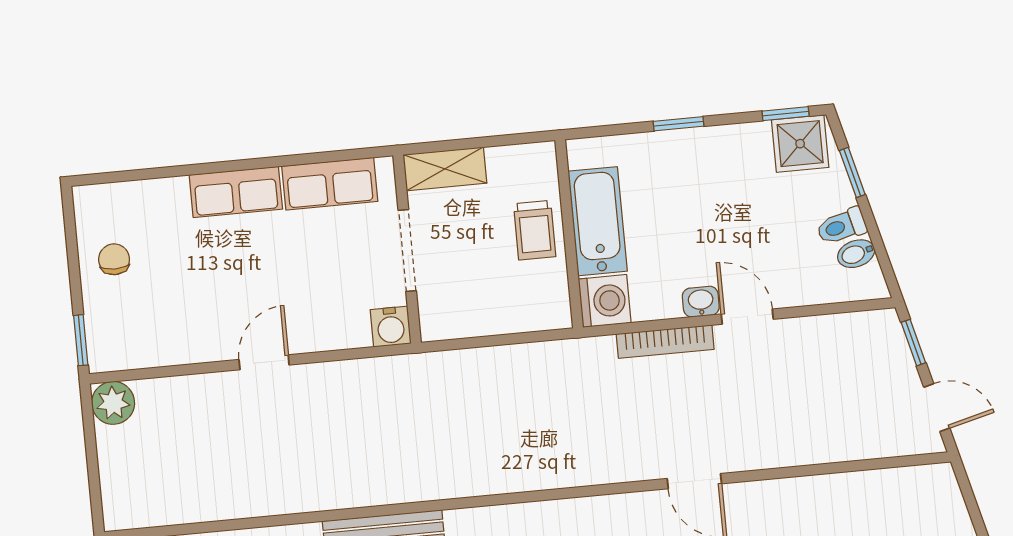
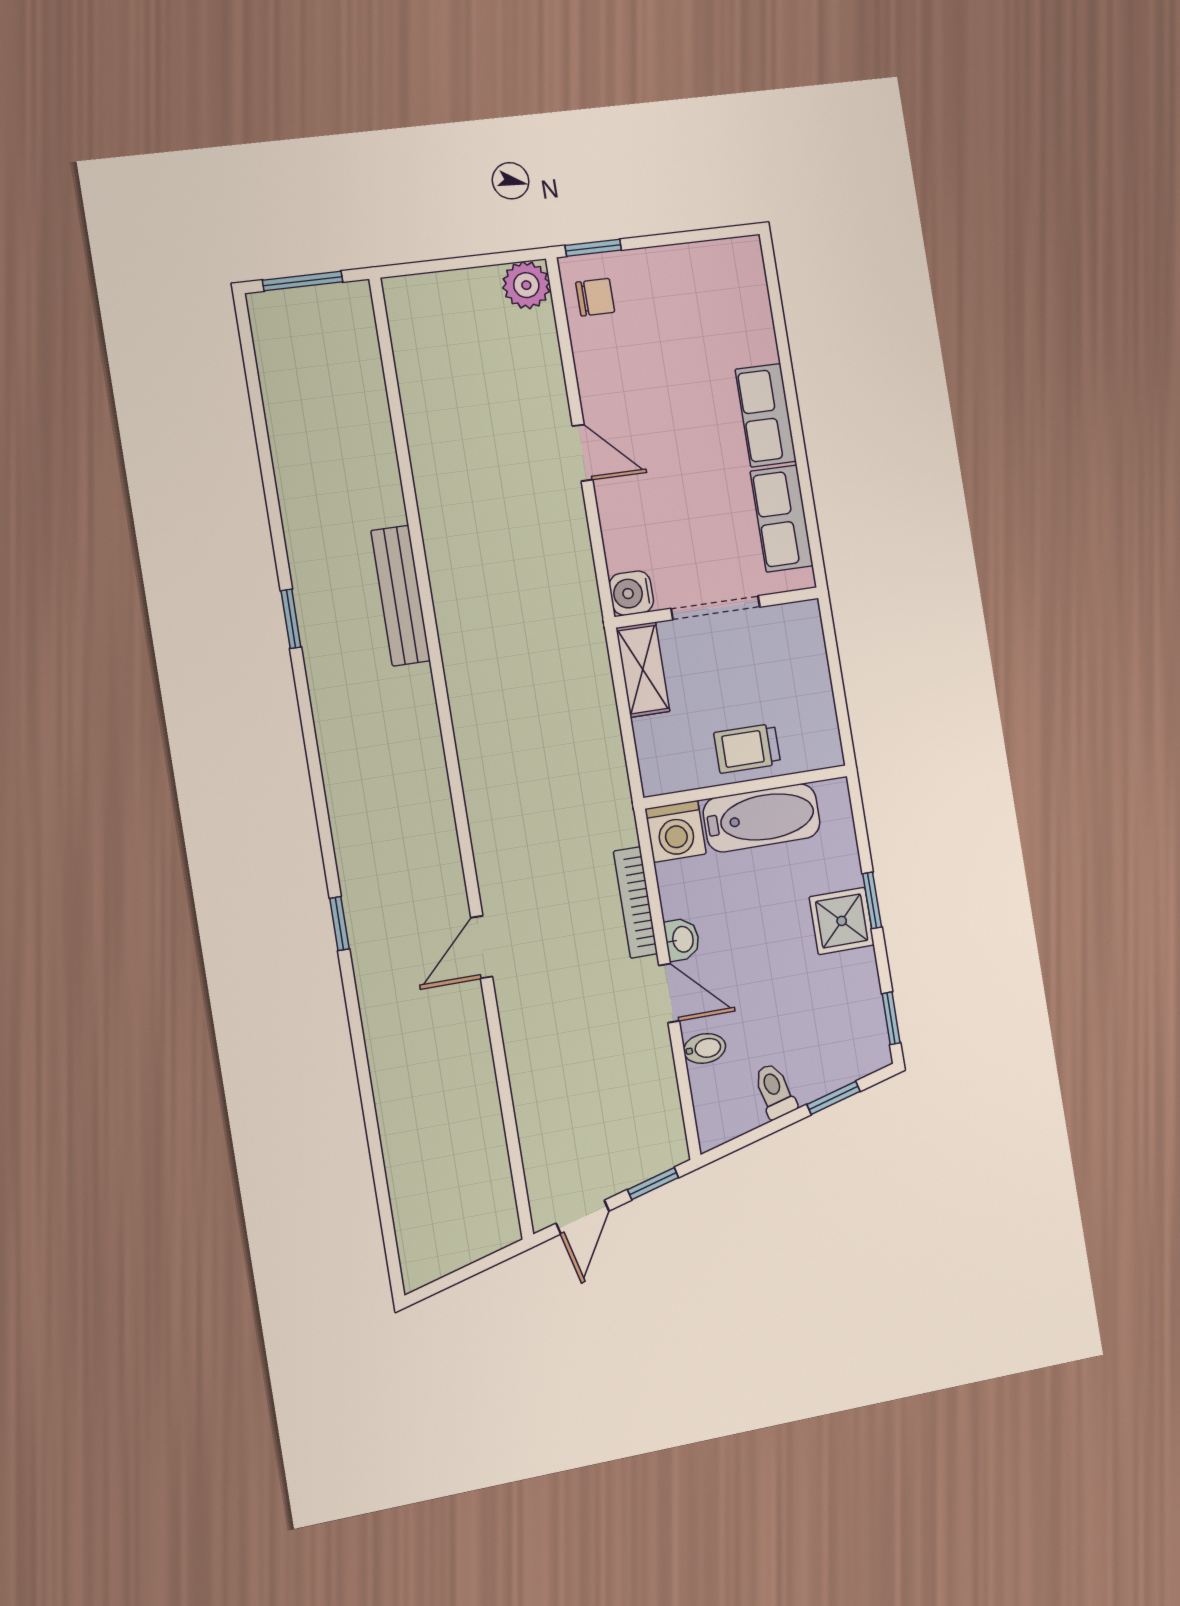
shower: (800, 144) -> (842, 921), moved
shelving: (445, 169) -> (643, 670), moved
bidet: (856, 254) -> (705, 1048), moved, turned 104
chair: (114, 259) -> (595, 297), moved
door: (747, 317) -> (669, 993), hinge flipped

